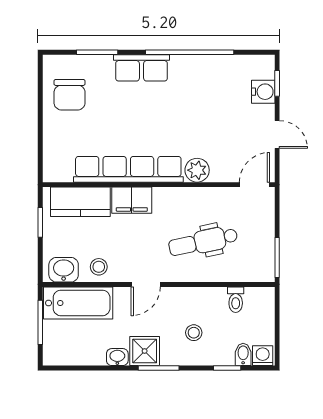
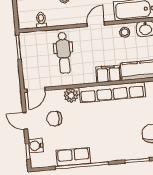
row of seats: (141, 68) -> (73, 157), moved
chair: (228, 134) -> (54, 119), added
dental chair: (203, 242) -> (64, 53), turned 102

